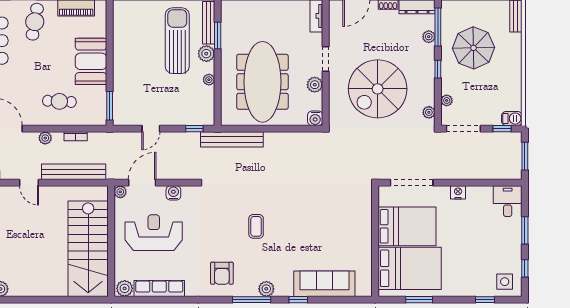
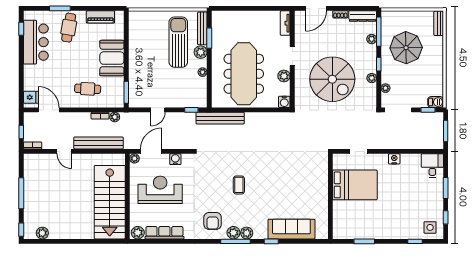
spiral stairs: (378, 89) -> (332, 79), turned -90
plant: (429, 112) -> (372, 78), moved
plant: (45, 138) -> (115, 117), moved
doorway: (412, 183) -> (359, 151), width x0.53
bed: (410, 268) -> (357, 217), removed
plant: (249, 288) -> (233, 233), added

